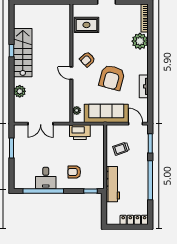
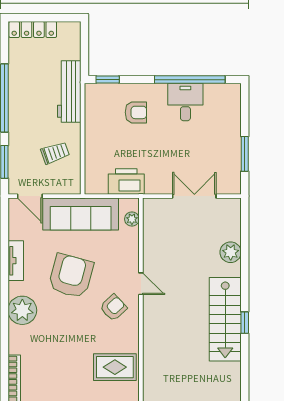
plant: (140, 41) -> (22, 310), moved

